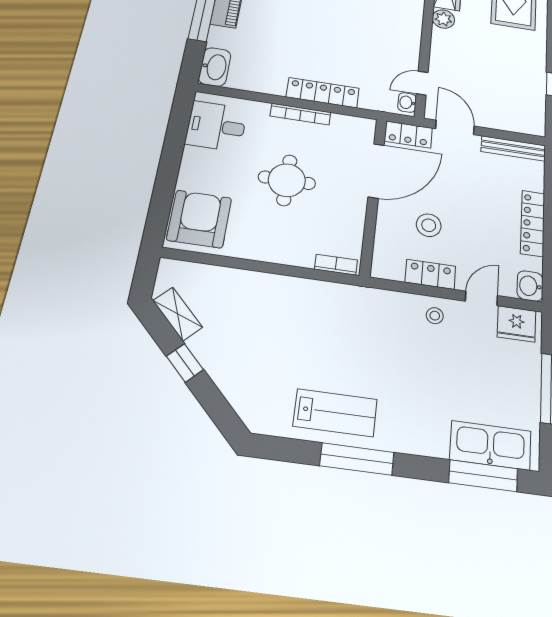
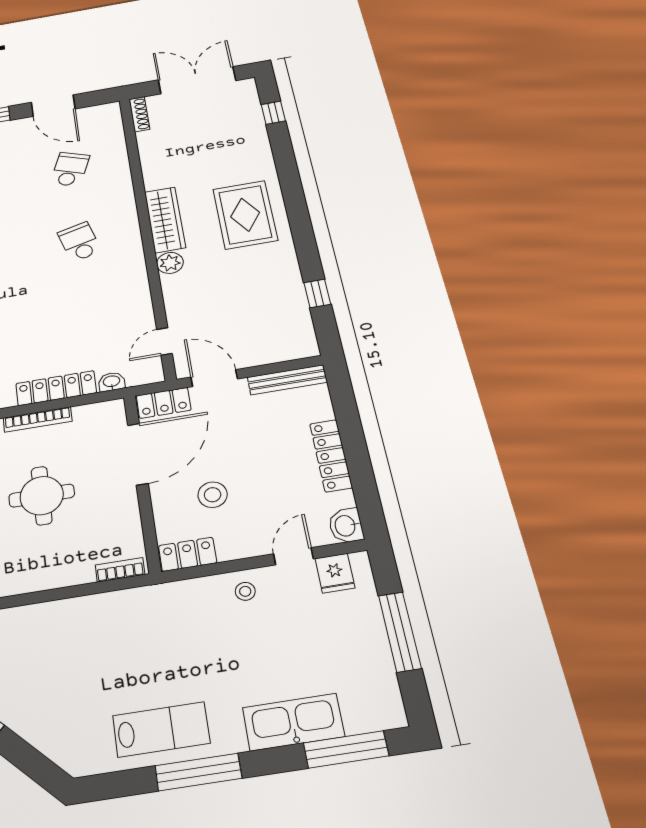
washbasin: (407, 102) -> (112, 382), moved, turned 90
locker: (430, 274) -> (188, 554), moved
fridge: (517, 324) -> (335, 573), width x0.72
kitchen sink: (490, 445) -> (293, 722), moved

